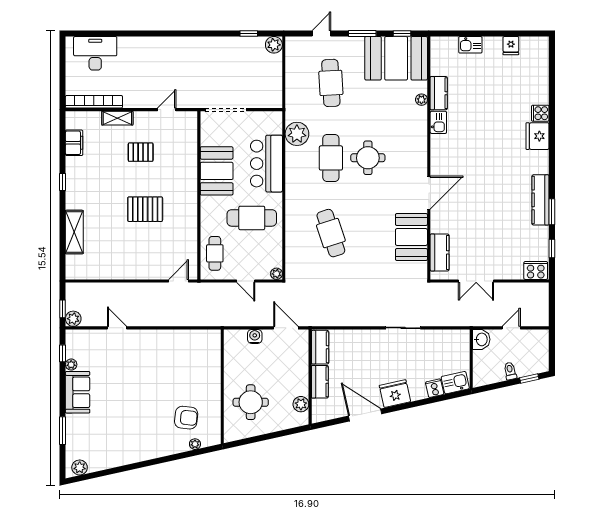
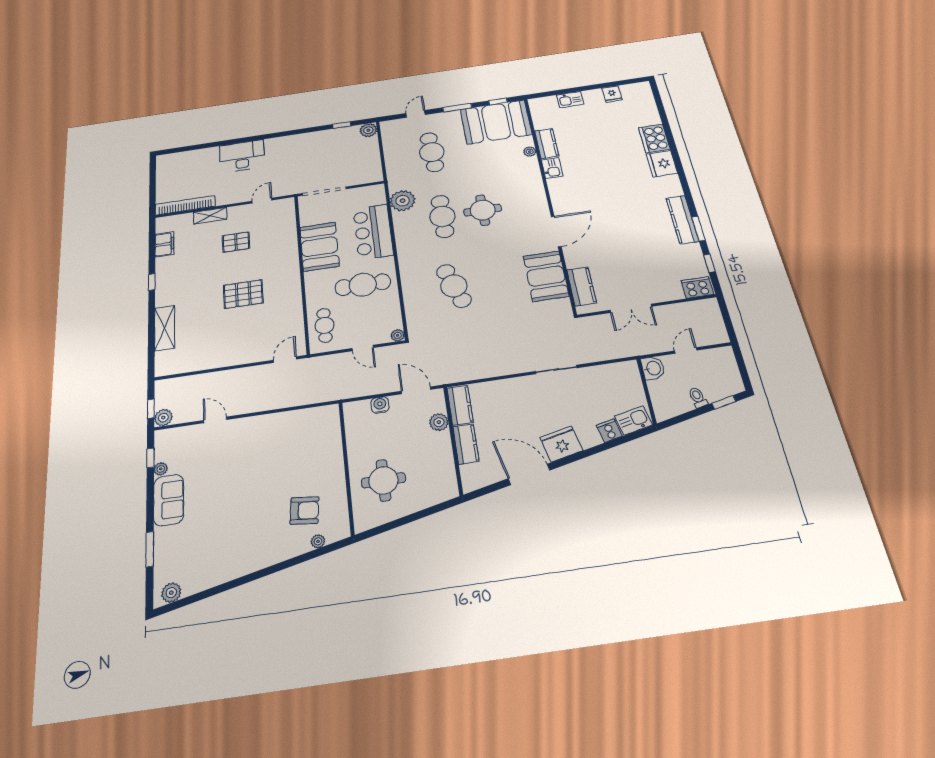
desk: (95, 53) -> (242, 156), moved
cooker: (540, 113) -> (654, 138), width x1.87, depth x1.31
plant: (301, 404) -> (439, 422), moved

